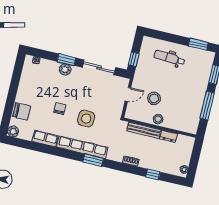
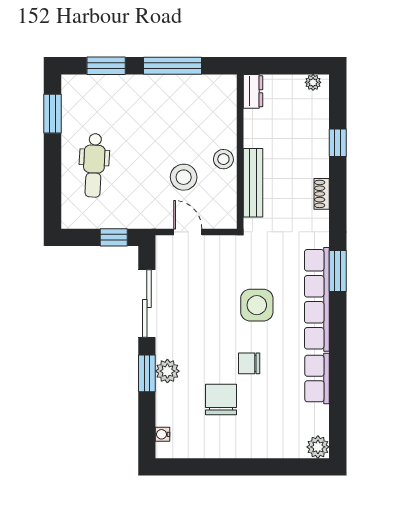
chair: (22, 111) -> (221, 400), moved
dresser: (169, 136) -> (253, 91), moved

